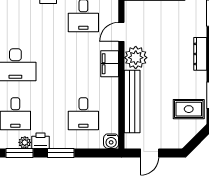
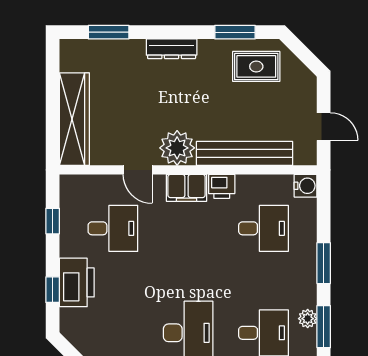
rug: (189, 109) -> (256, 66), turned 90
printer: (40, 141) -> (222, 186), moved, turned -90

